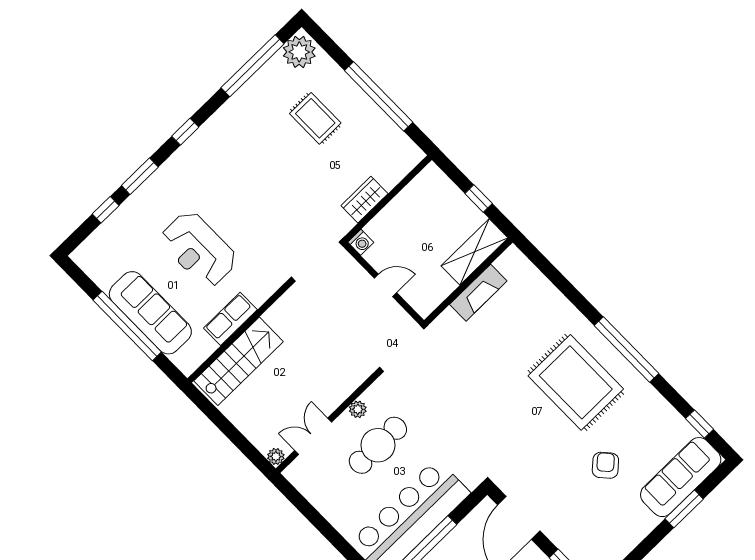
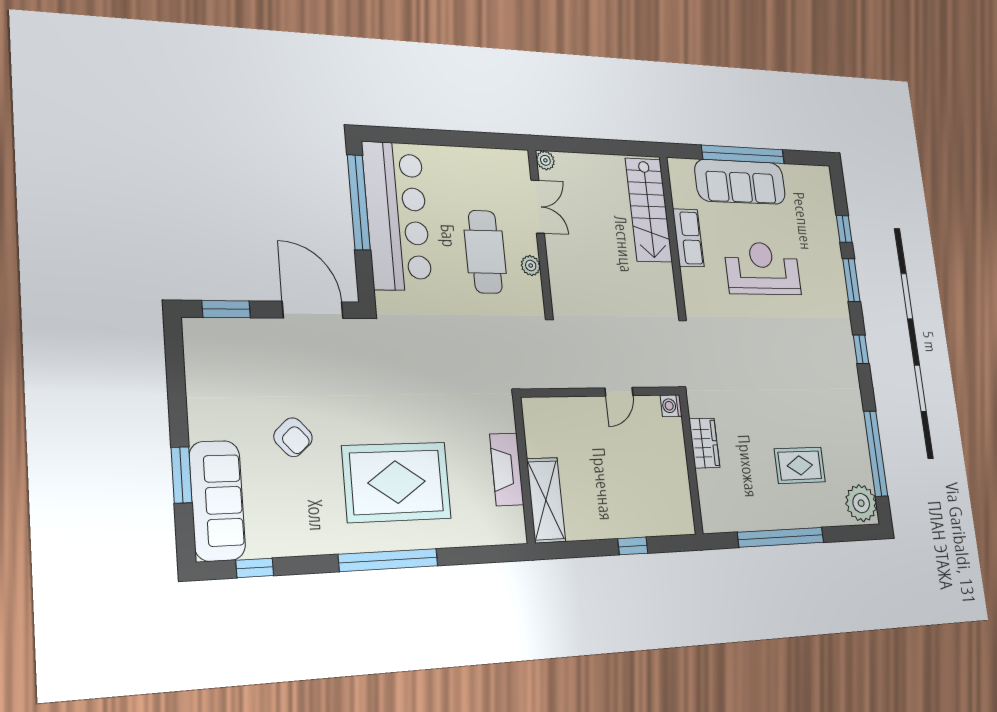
shelving: (475, 252) -> (546, 500), moved
wall: (468, 281) -> (524, 470), moved
fireplace: (478, 293) -> (507, 469), moved

